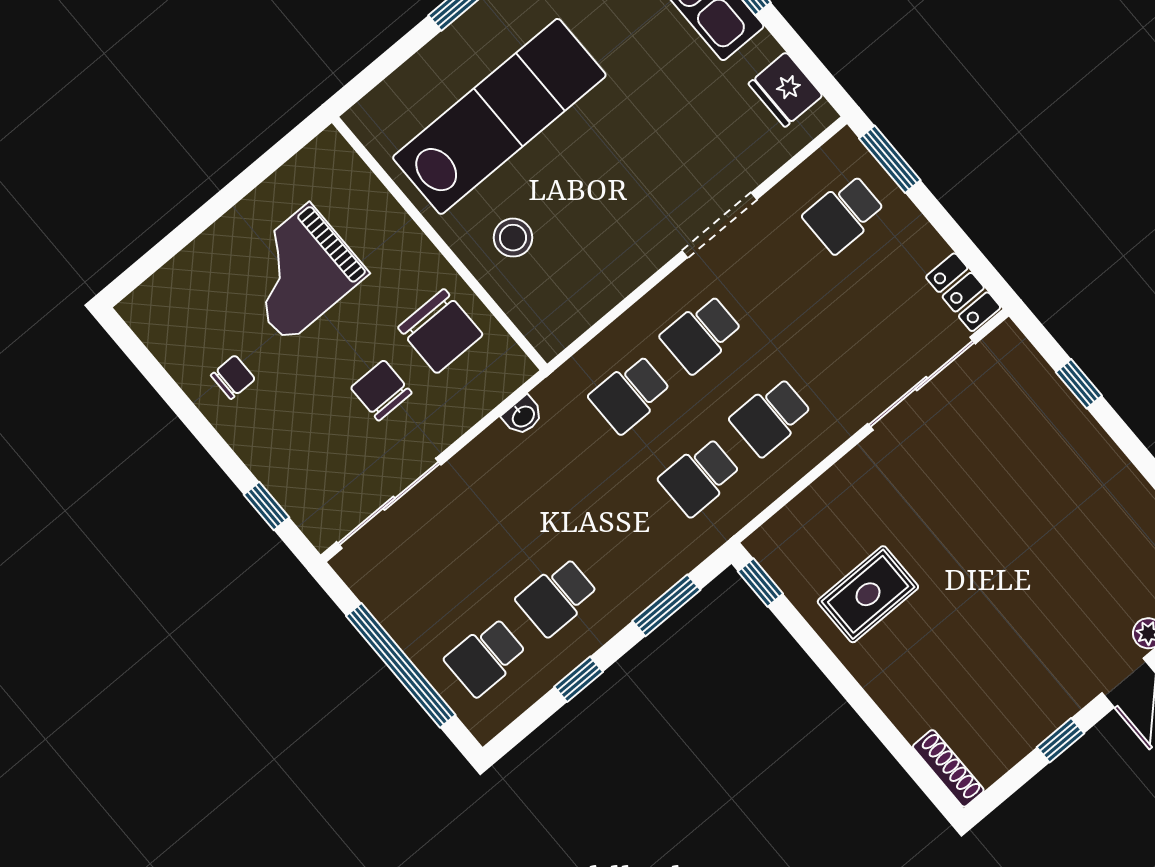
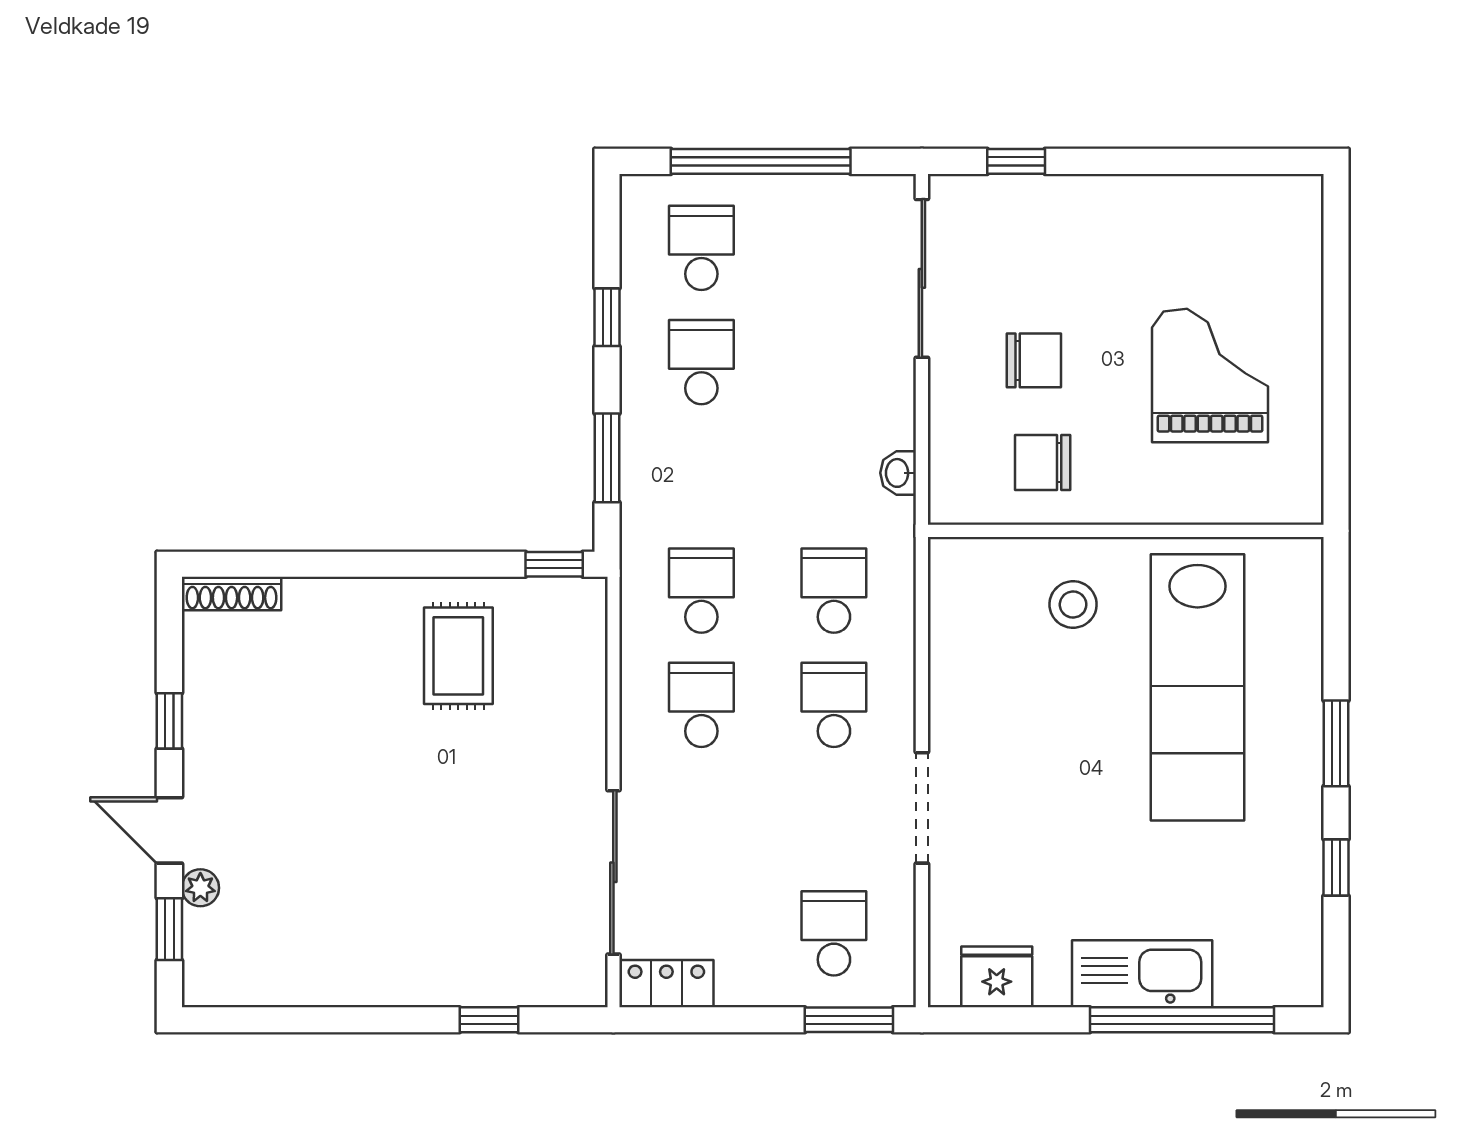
chair: (440, 331) -> (1043, 463), width x0.73, depth x0.73
chair: (233, 377) -> (1163, 232), removed

